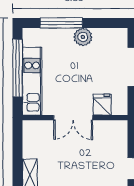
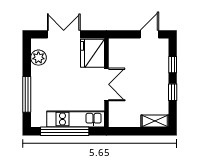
plant: (83, 37) -> (38, 58), moved
fridge: (102, 105) -> (92, 53), width x1.88, depth x1.34

